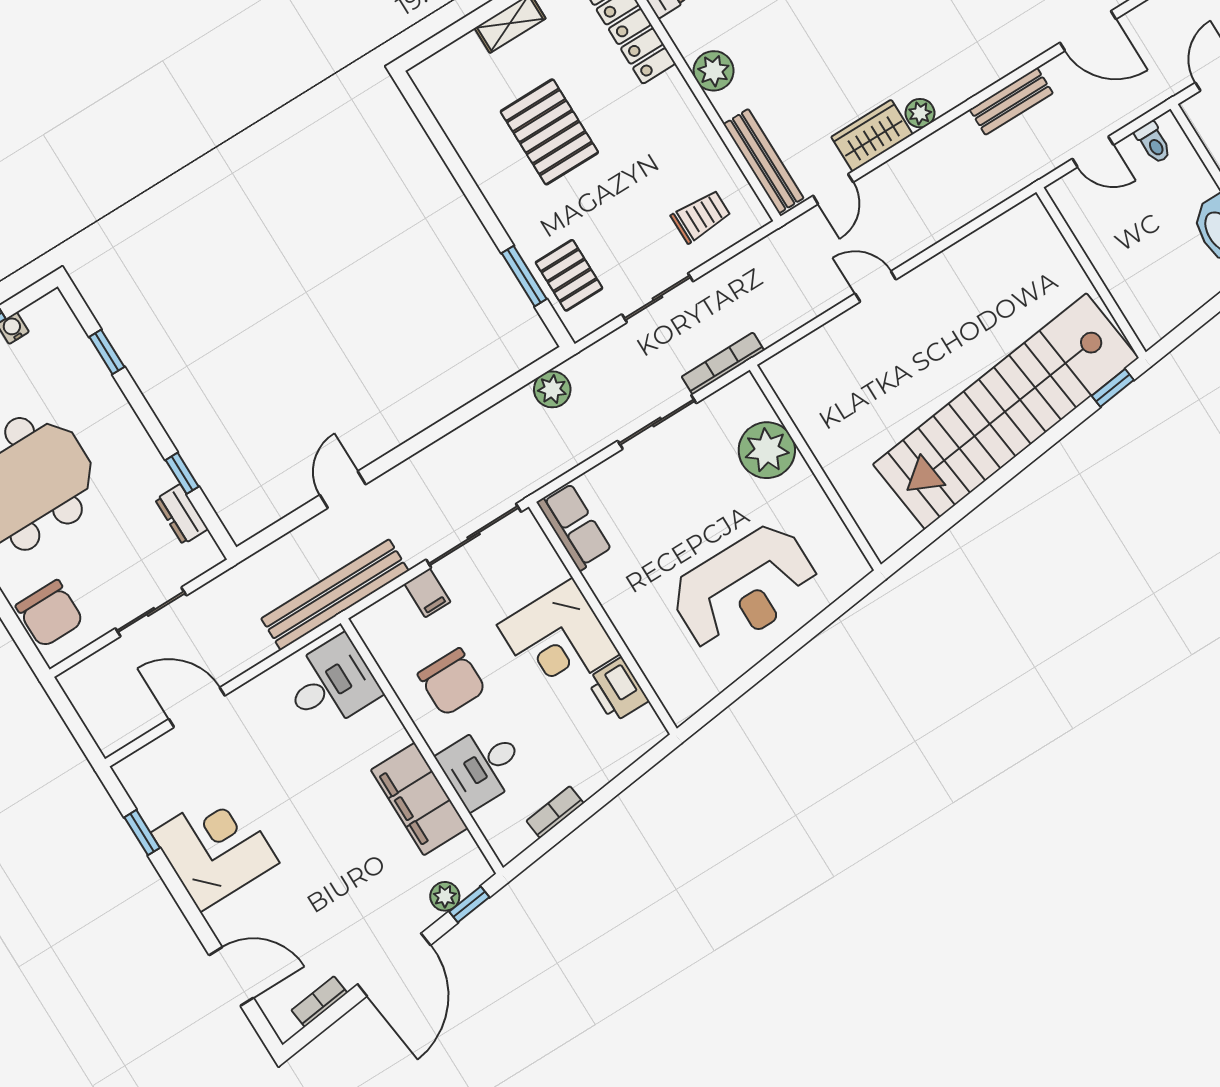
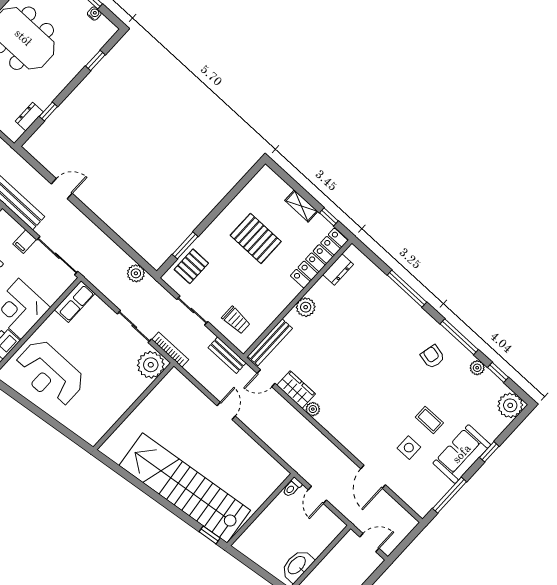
bench: (1011, 101) -> (227, 355), moved
pallet: (549, 132) -> (256, 238), turned 90
toilet: (1153, 143) -> (292, 487), moved
plant: (767, 450) -> (151, 365), moved
reception desk: (745, 588) -> (49, 373), moved

